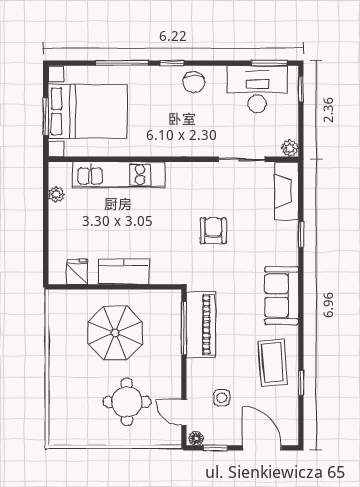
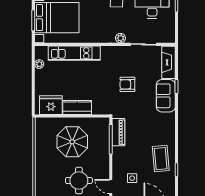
plant: (290, 148) -> (120, 38), moved
armchair: (213, 231) -> (127, 84), turned -90
fridge: (77, 272) -> (51, 105), width x1.88, depth x1.34
sofa: (282, 296) -> (166, 96), moved
piano: (201, 325) -> (118, 132), width x0.73, depth x0.75

